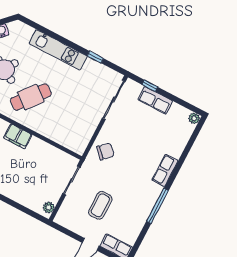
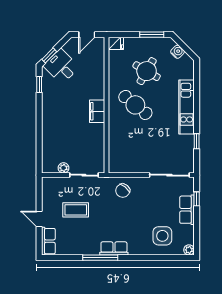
side table: (168, 136) -> (162, 236), added
chair: (105, 151) -> (123, 191), turned 84
row of seats: (165, 170) -> (114, 248), moved
plant: (49, 207) -> (64, 168), moved

